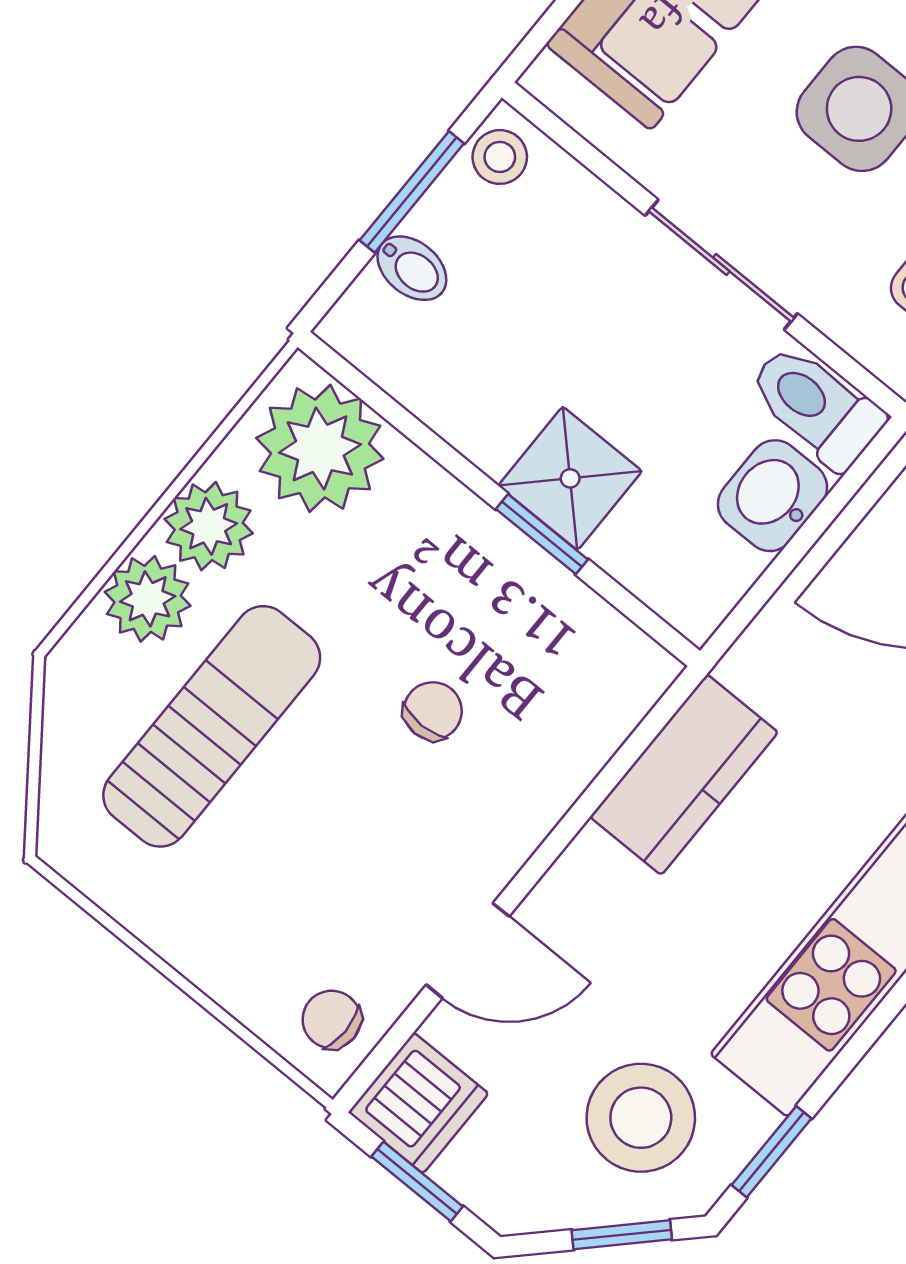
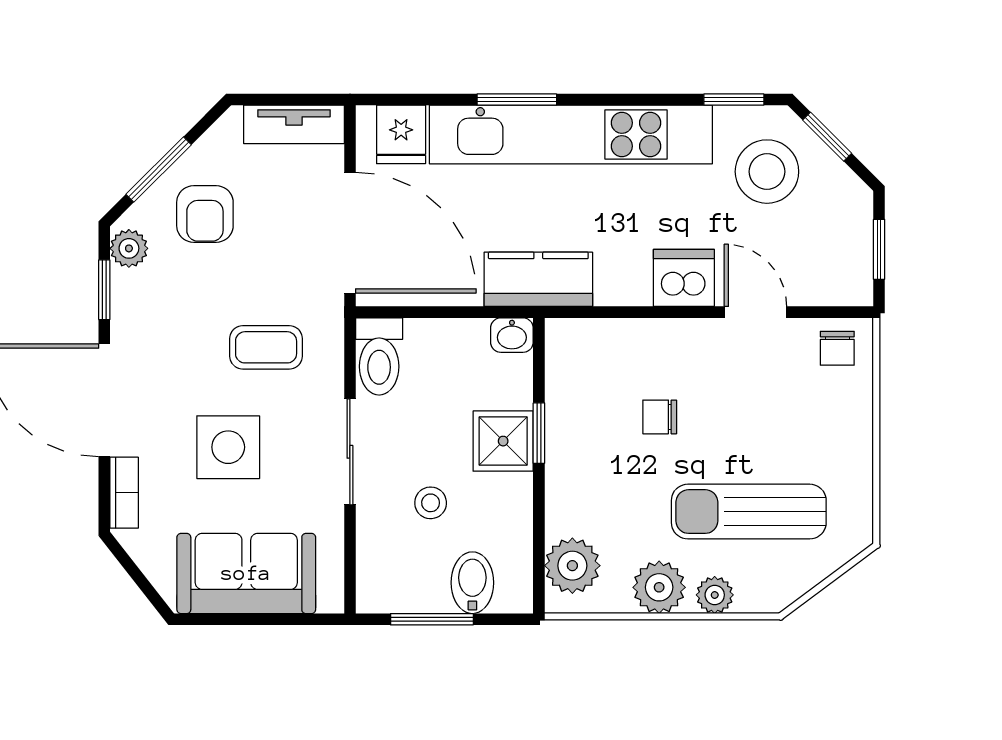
stool: (500, 157) -> (431, 503), moved
bidet: (412, 268) -> (472, 583), width x1.38, depth x1.36
plant: (320, 448) -> (572, 566), width x0.73, depth x0.73
washbasin: (772, 496) -> (512, 335), moved, width x0.72, depth x0.69
plant: (148, 599) -> (715, 595), width x0.73, depth x0.73
kitchen counter: (684, 775) -> (538, 279), moved
dishwasher: (418, 1103) -> (684, 278), moved

